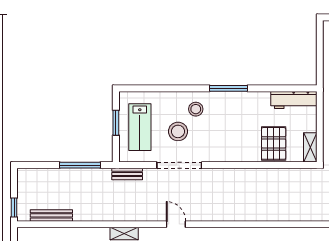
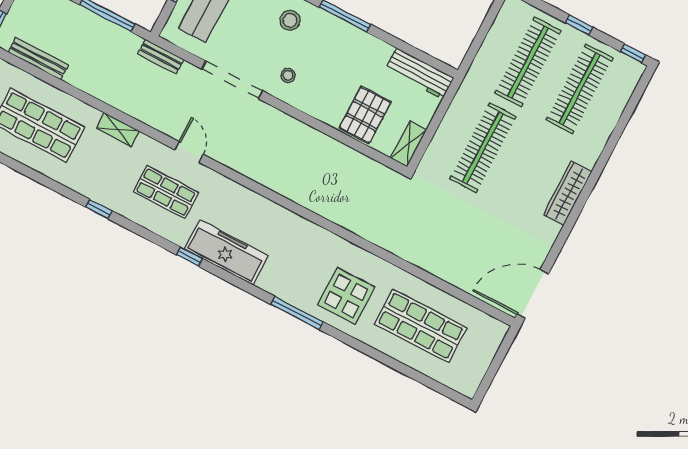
stool: (178, 131) -> (288, 75), moved, width x0.53, depth x0.53

